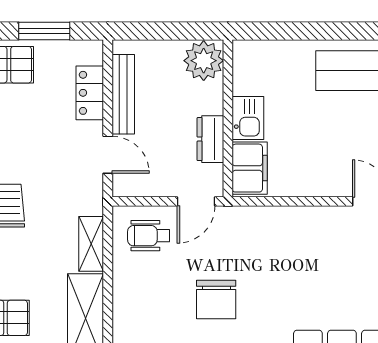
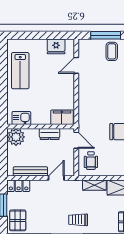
locker: (90, 93) -> (19, 186), moved
kitchen sink: (248, 118) -> (21, 118), moved

